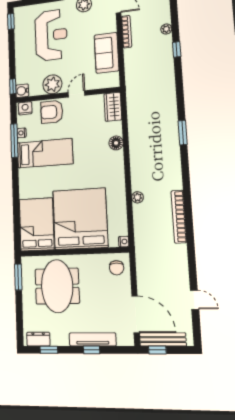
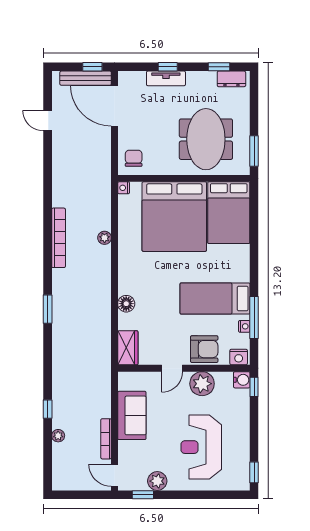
bookcase: (179, 217) -> (59, 238), moved
tv unit: (93, 339) -> (166, 78), width x0.71

